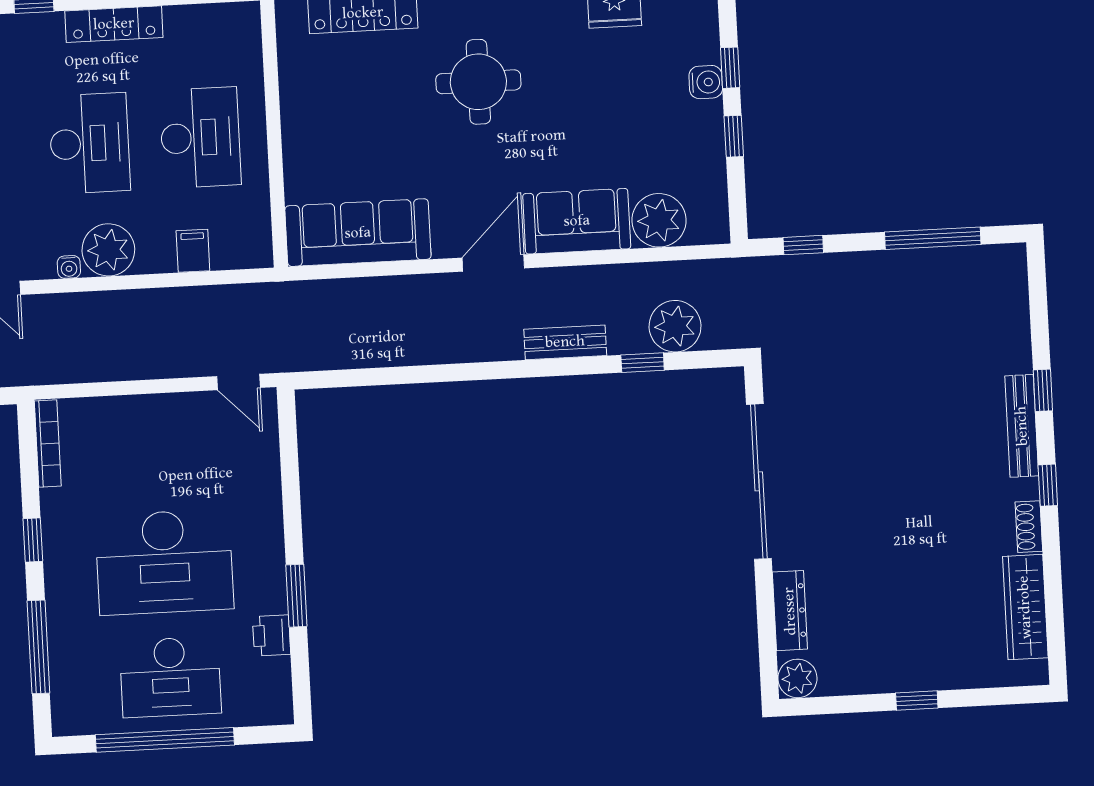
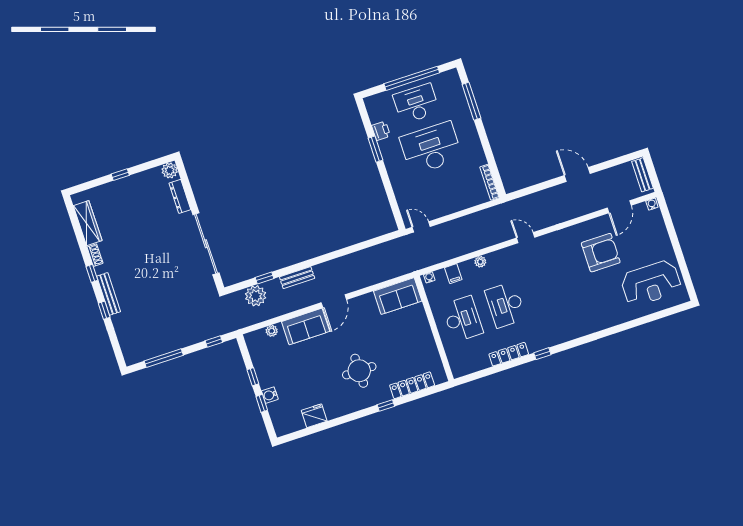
desk: (200, 138) -> (463, 319), turned 180
plant: (659, 220) -> (272, 331), width x0.53, depth x0.53
sofa: (358, 233) -> (398, 296), width x0.73
plant: (108, 250) -> (480, 262), width x0.53, depth x0.53
water cooler: (69, 267) -> (429, 277), moved
window: (33, 540) -> (485, 143), removed

